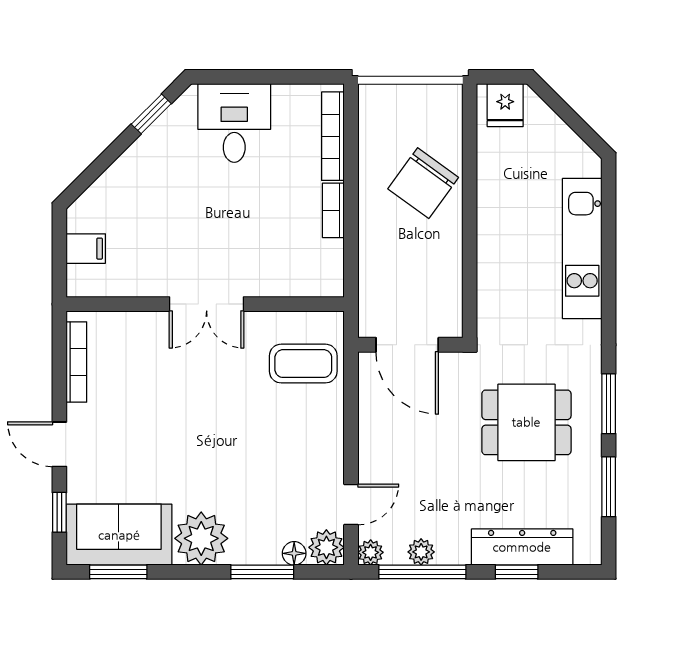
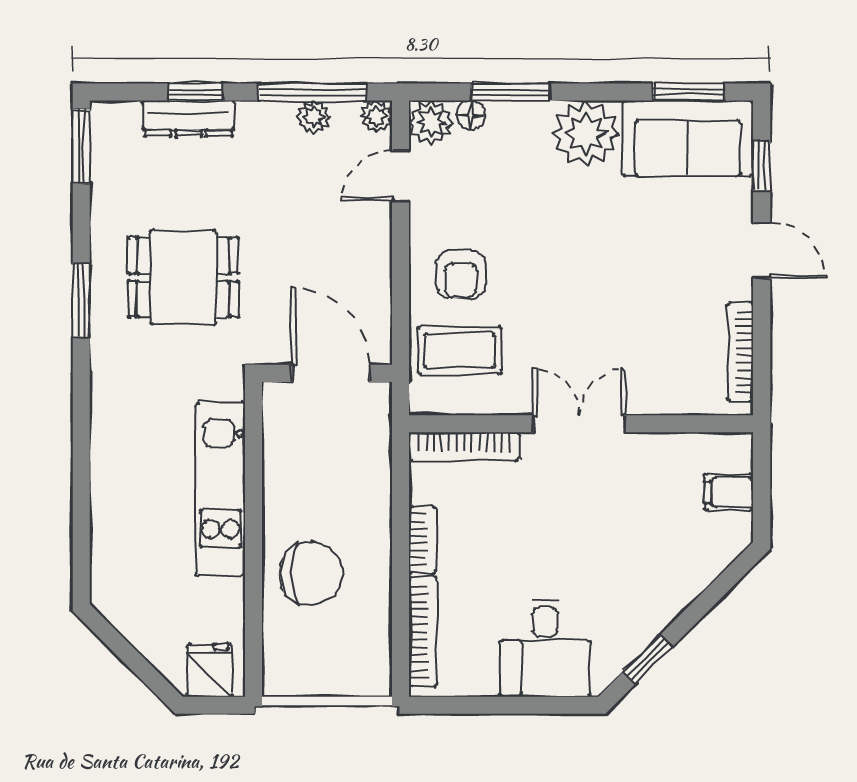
chair: (423, 183) -> (311, 574), turned 54
kitchen unit: (582, 248) -> (221, 489), moved, turned 180
bookcase: (300, 286) -> (464, 446), added
armchair: (302, 425) -> (461, 274), added
window: (609, 487) -> (81, 146), moved
dresser: (522, 547) -> (188, 118), width x0.73, depth x0.80

